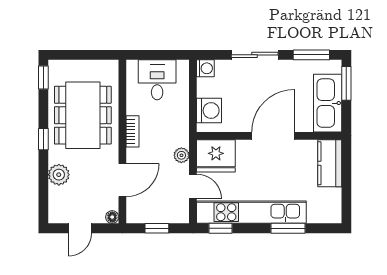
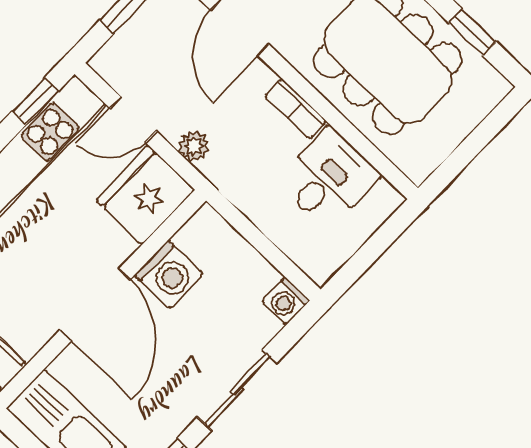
window: (43, 78) -> (472, 32), moved
desk: (157, 80) -> (328, 179), moved, turned -90
washing machine: (209, 111) -> (169, 275), moved, turned -90

